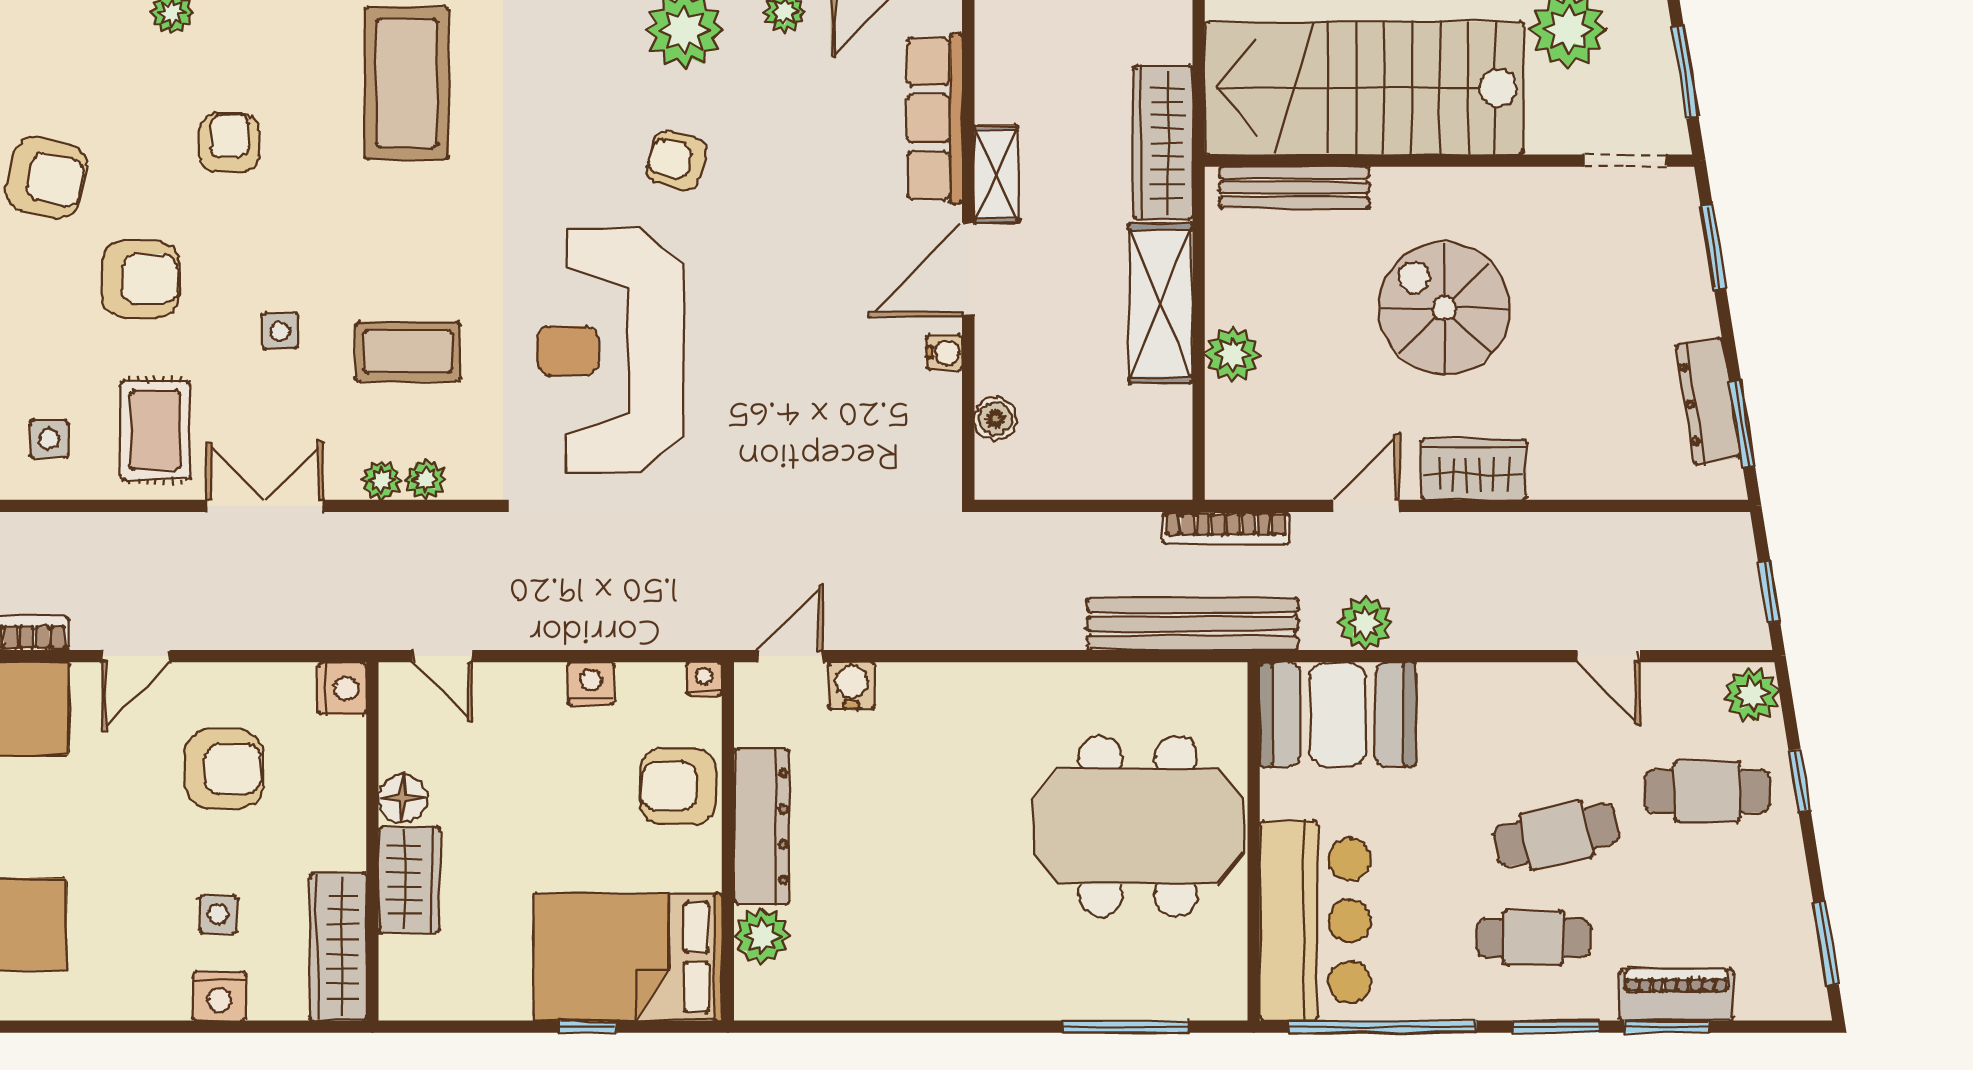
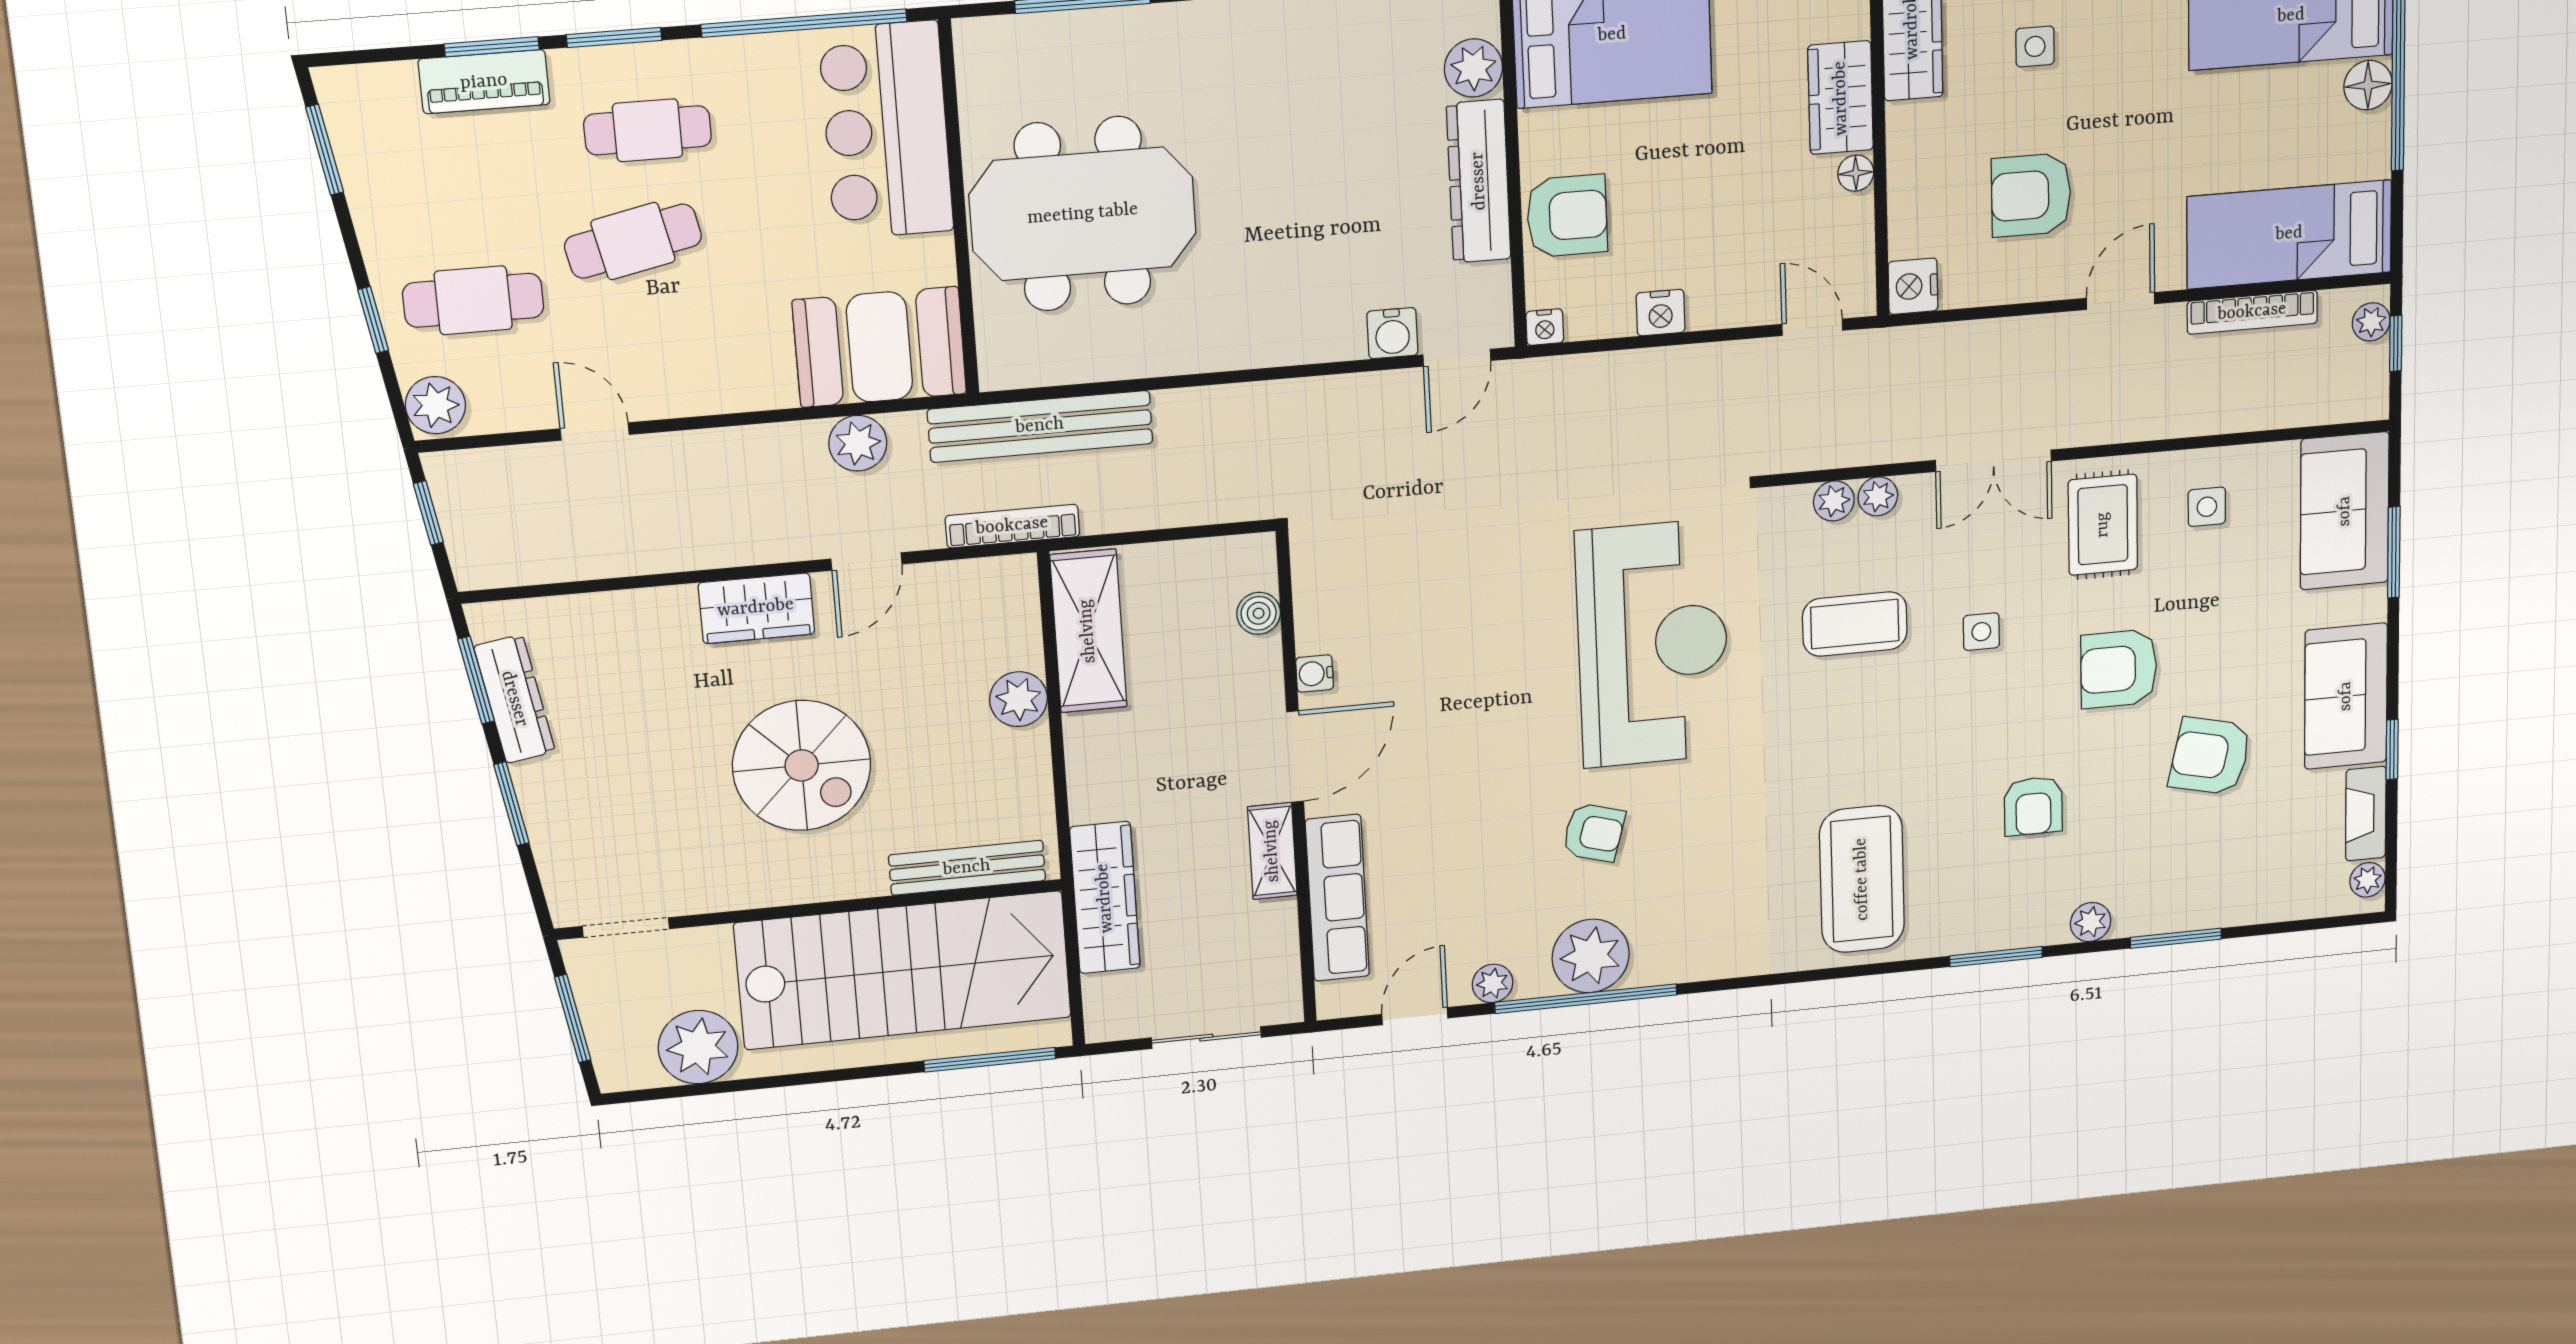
window: (1713, 247) -> (511, 804), moved
shelving: (1161, 303) -> (1088, 631), moved
floor lamp: (403, 798) -> (1856, 173), width x0.73, depth x0.73

